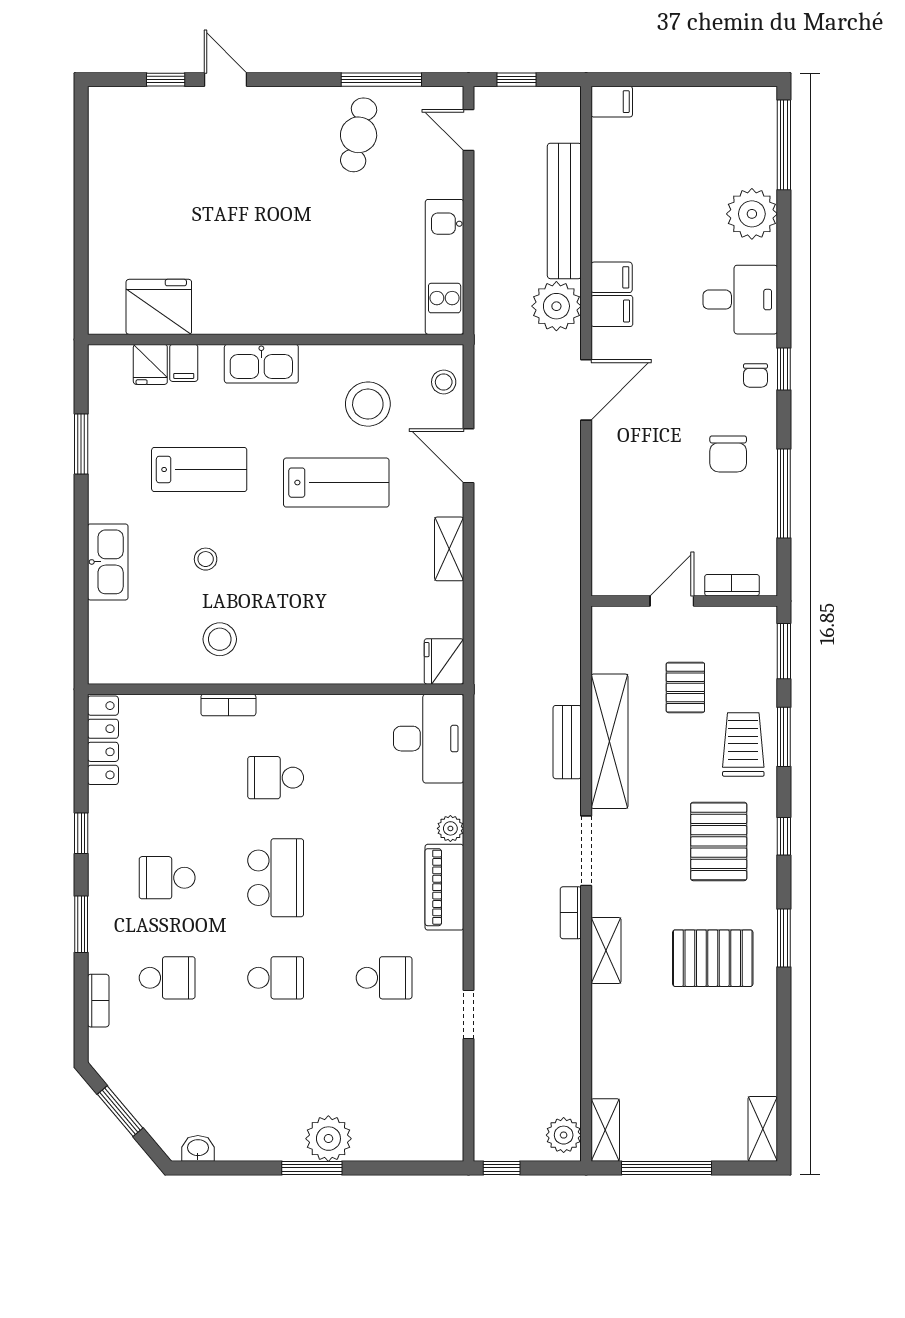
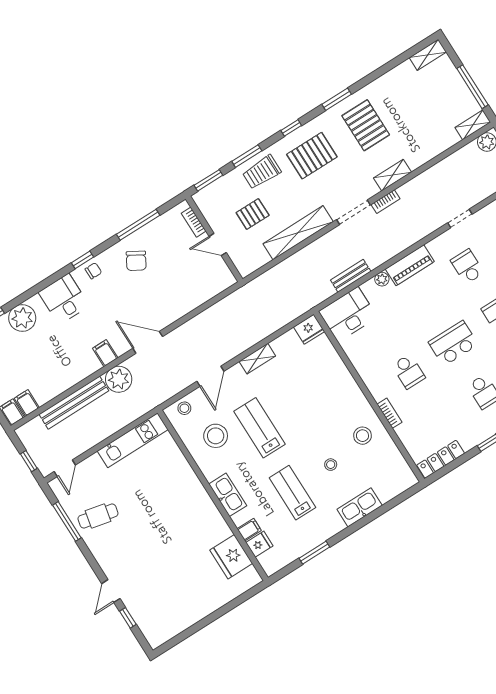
filing cabinet: (612, 277) -> (27, 403), moved
chair: (728, 454) -> (136, 261), turned 120
bench: (567, 742) -> (351, 276), moved

